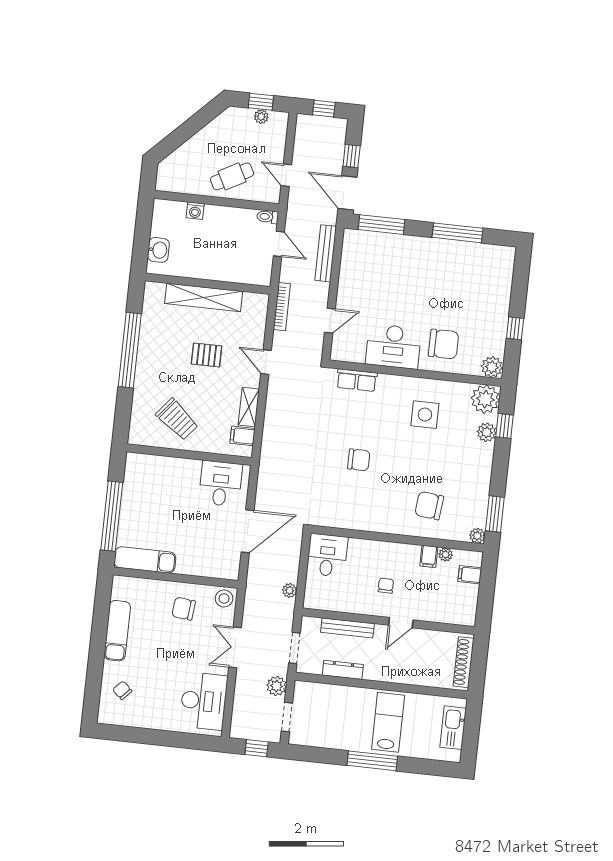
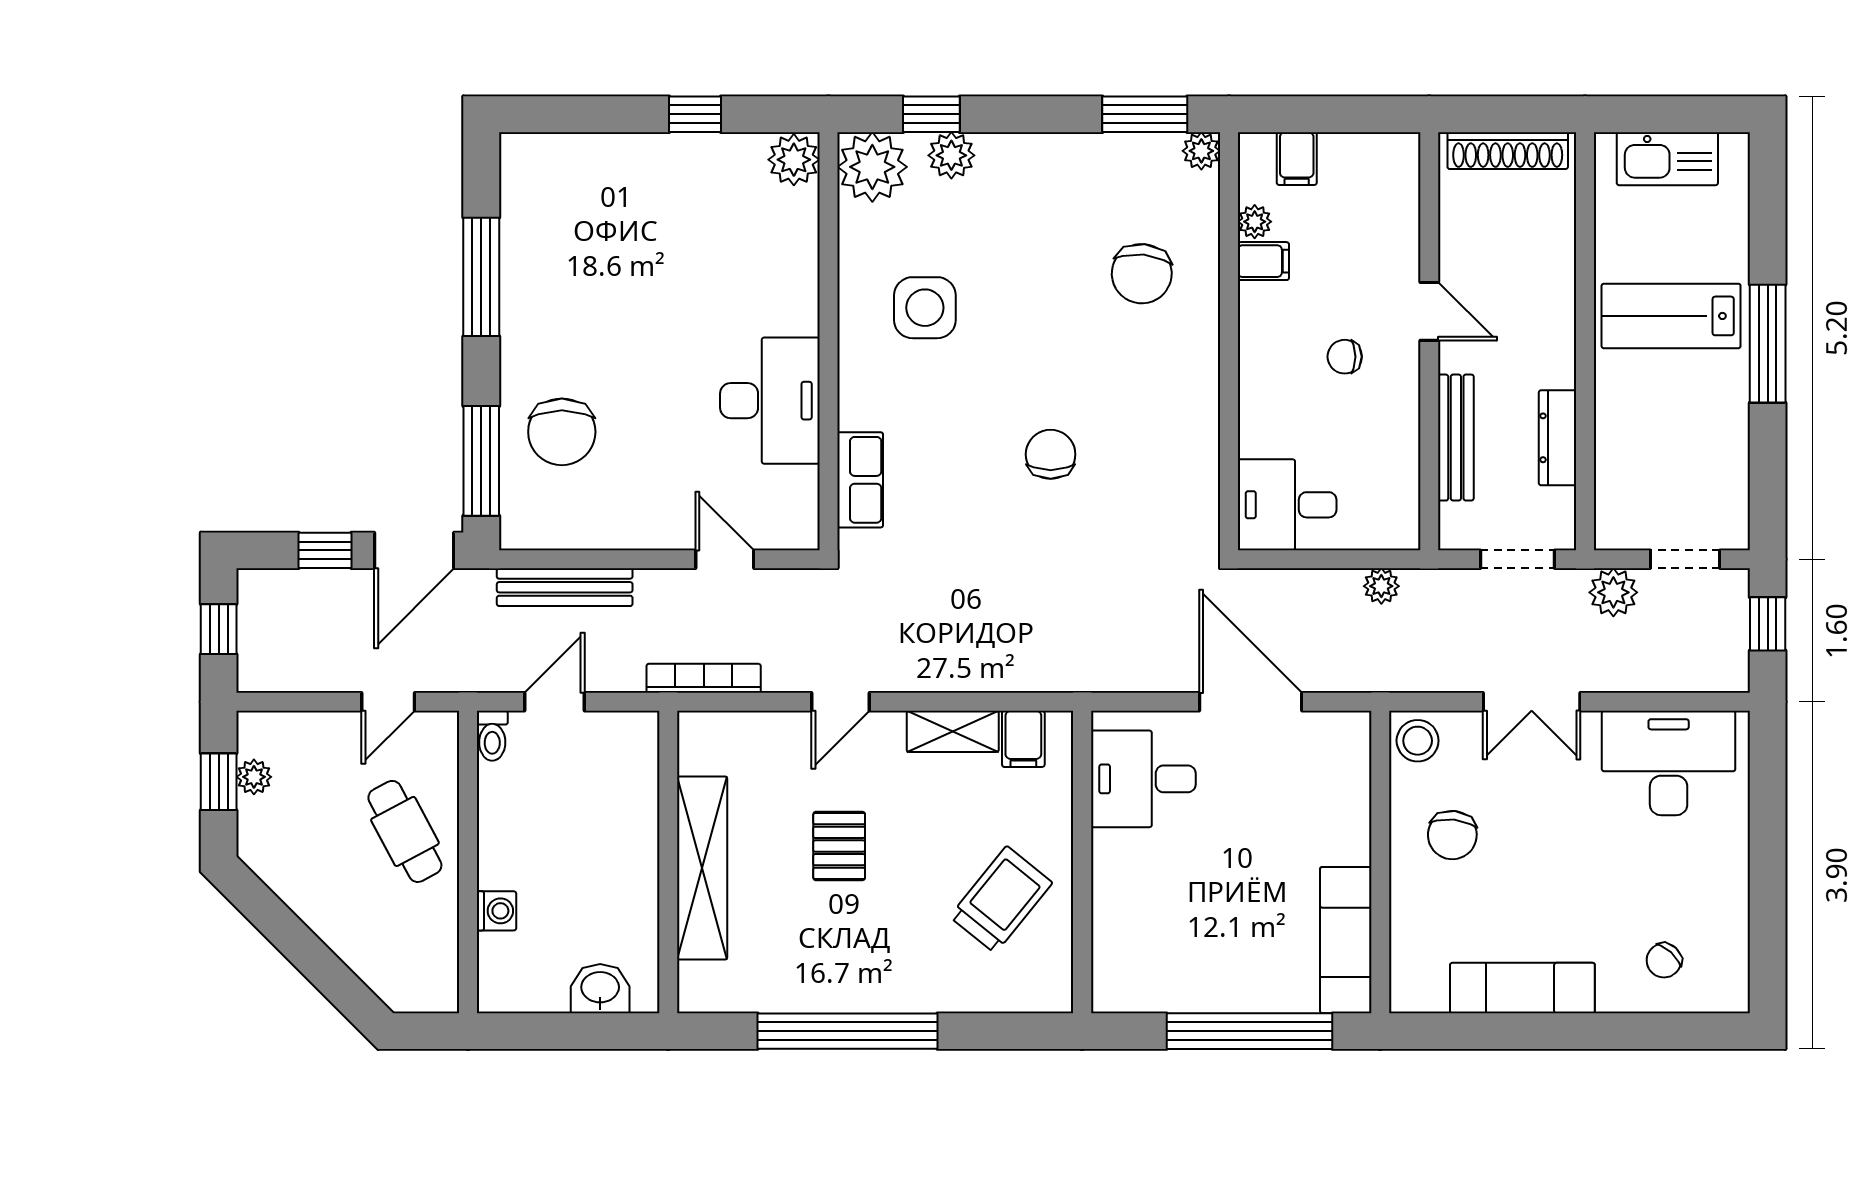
chair: (444, 344) -> (562, 432), moved, turned 180

